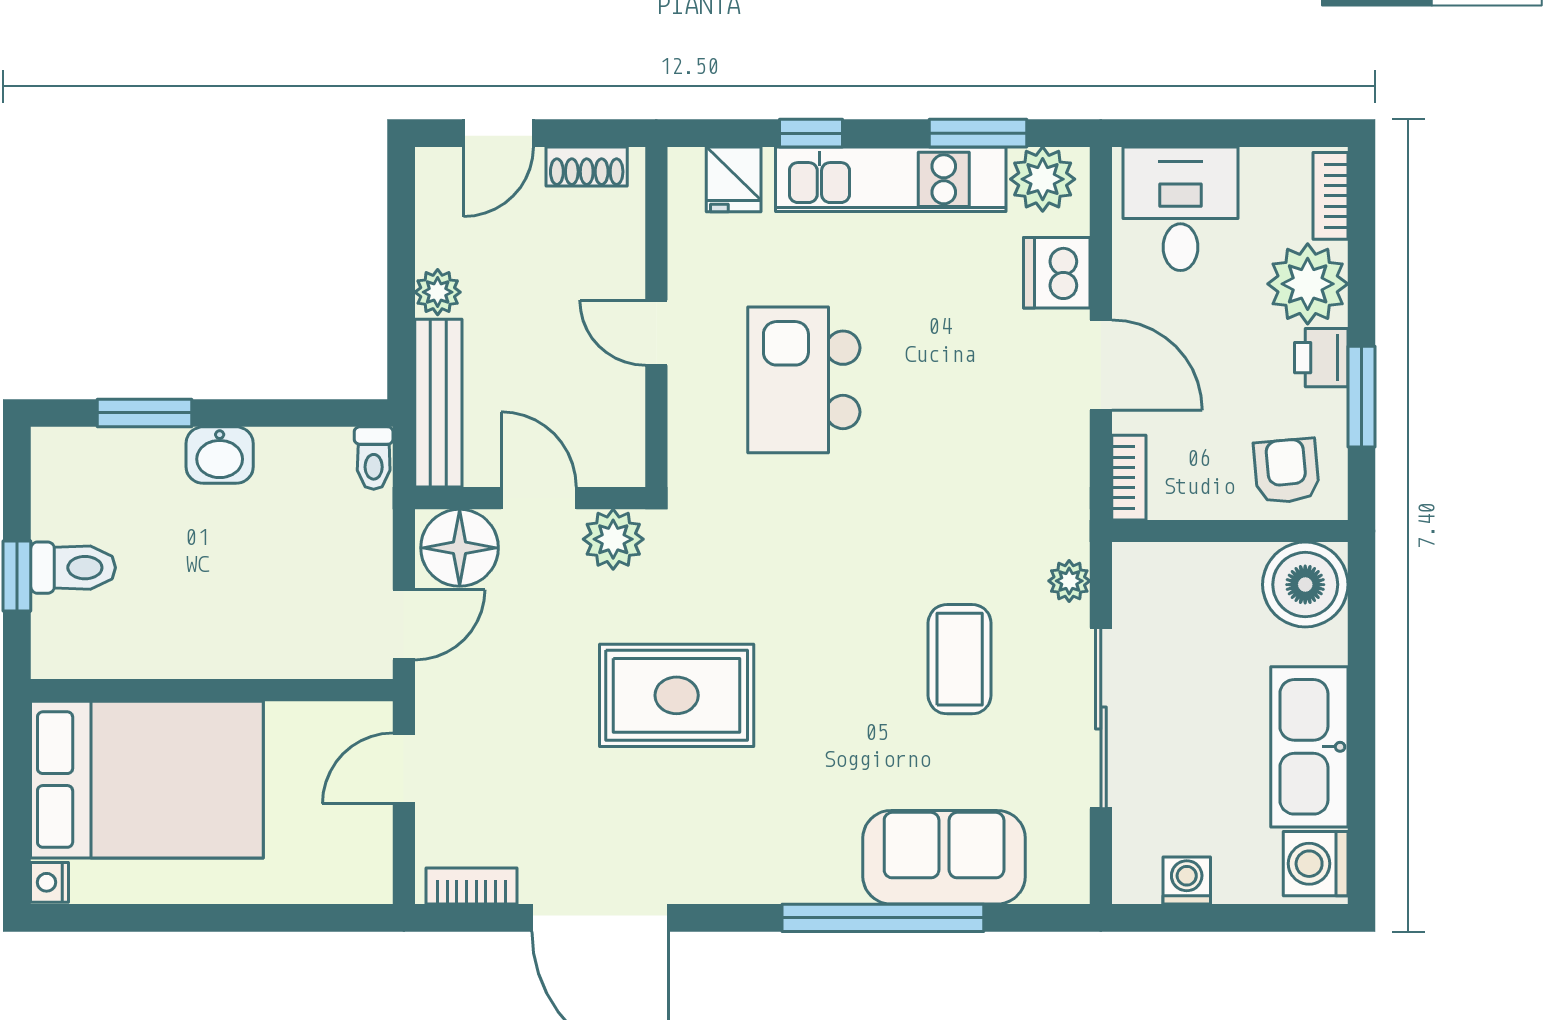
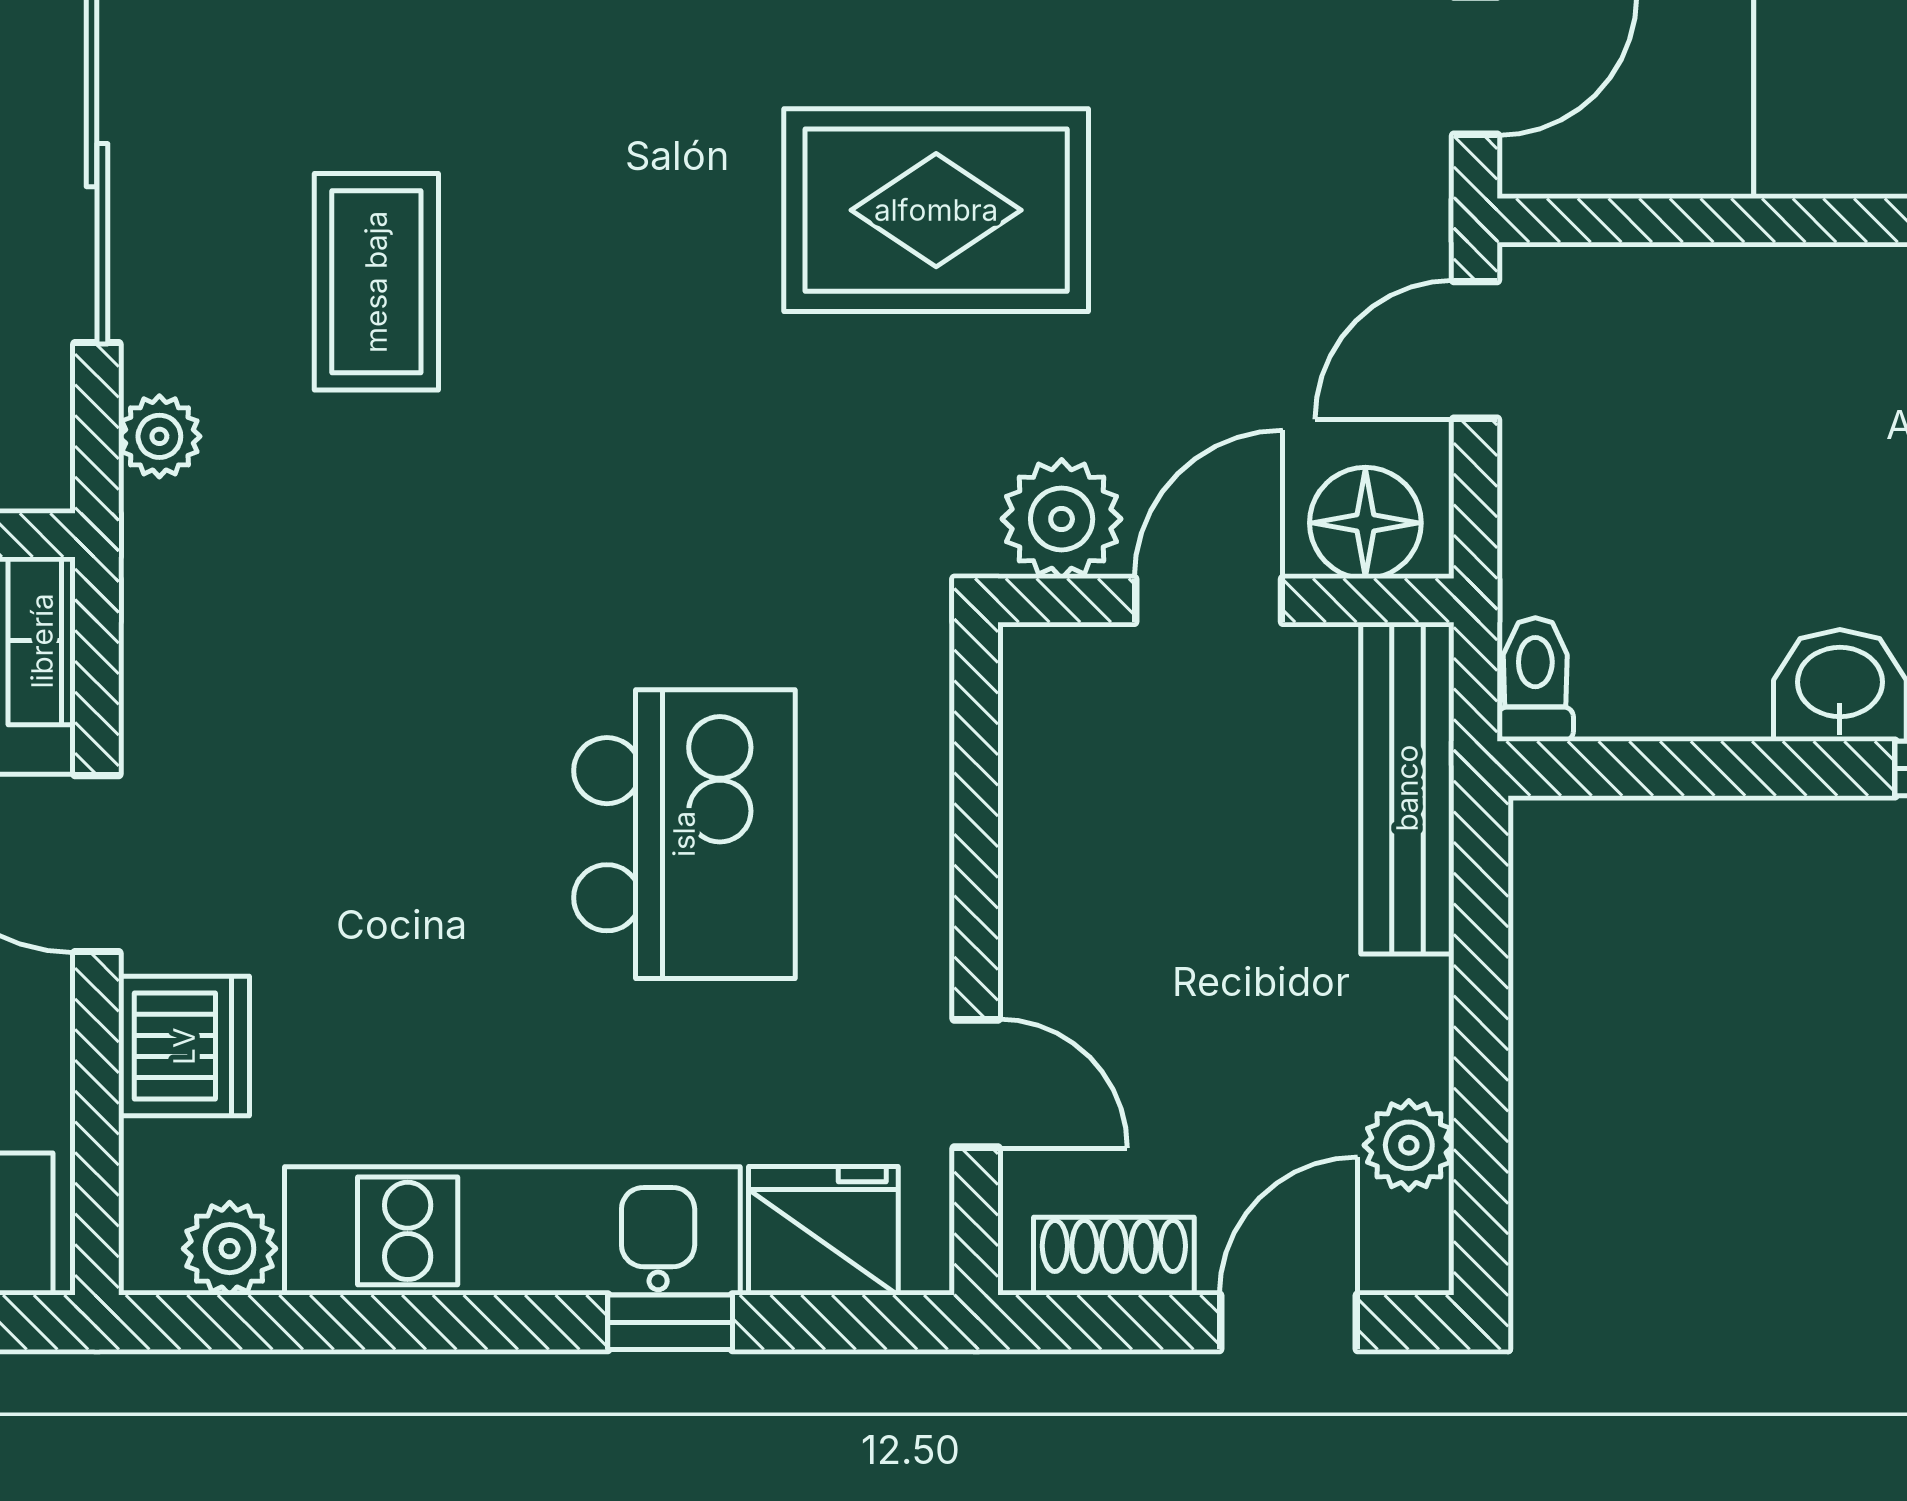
window: (978, 133) -> (340, 1322), removed
fridge: (734, 179) -> (823, 1231), width x1.38
plant: (1043, 179) -> (230, 1249), width x0.73, depth x0.73
plant: (438, 292) -> (1409, 1145), moved
door: (656, 333) -> (976, 1083), moved
door: (539, 498) -> (1209, 600), swing flipped
floor lamp: (460, 548) -> (1365, 523), width x0.73, depth x0.73

